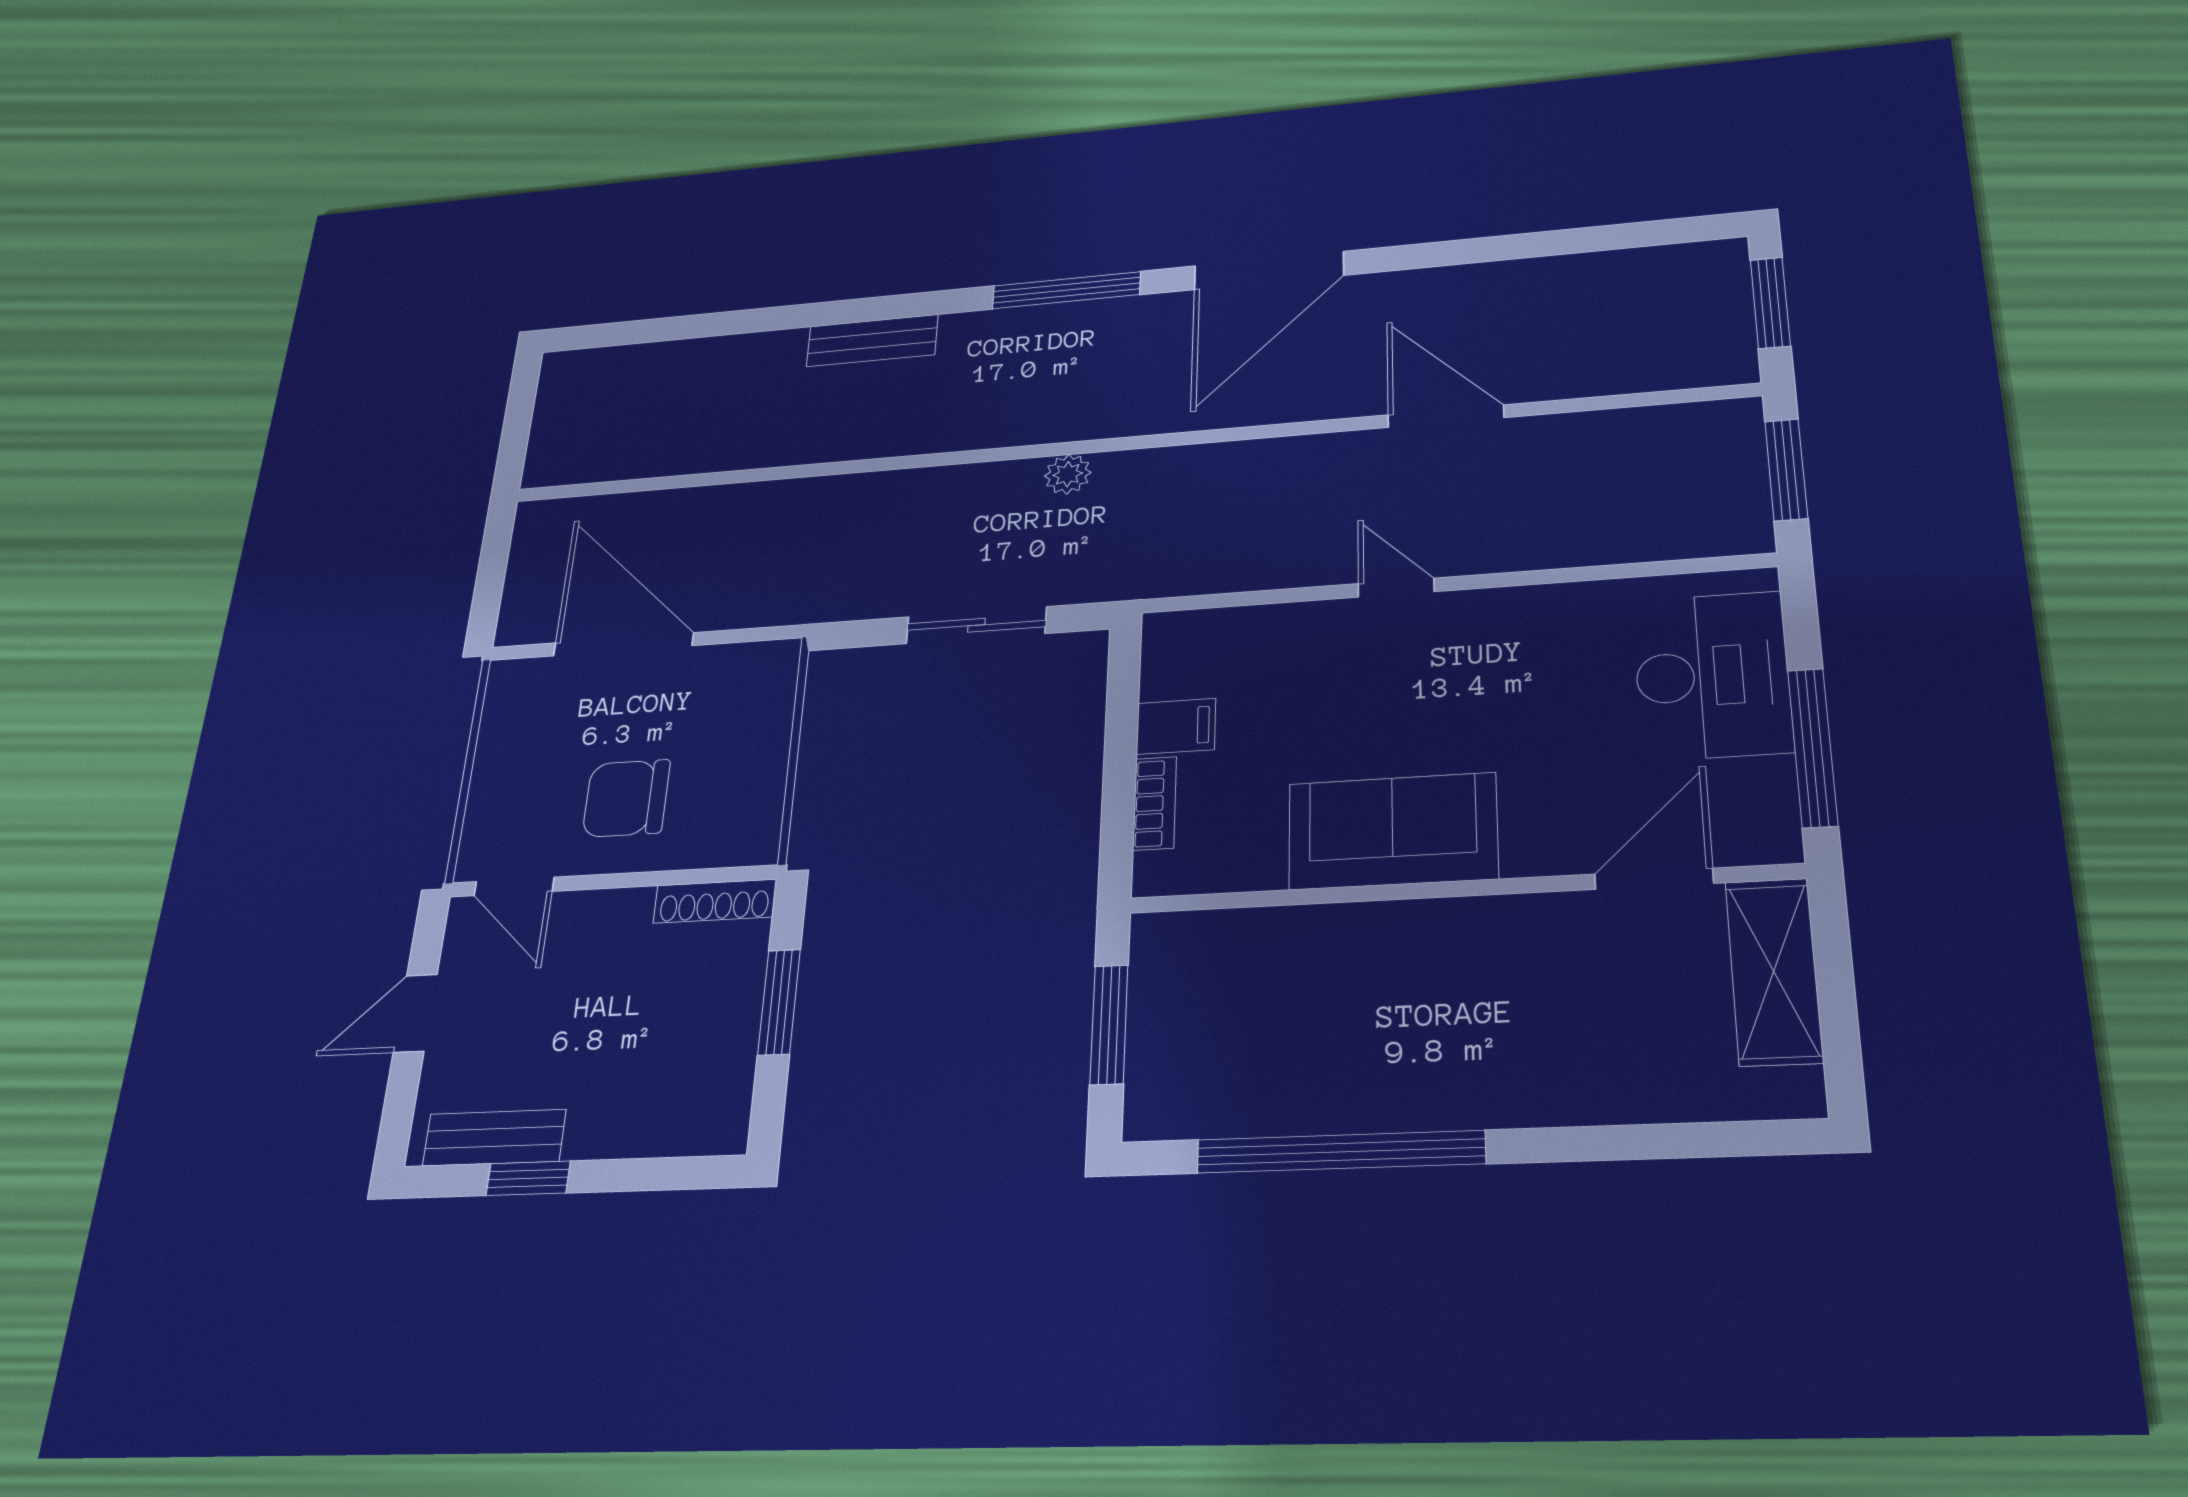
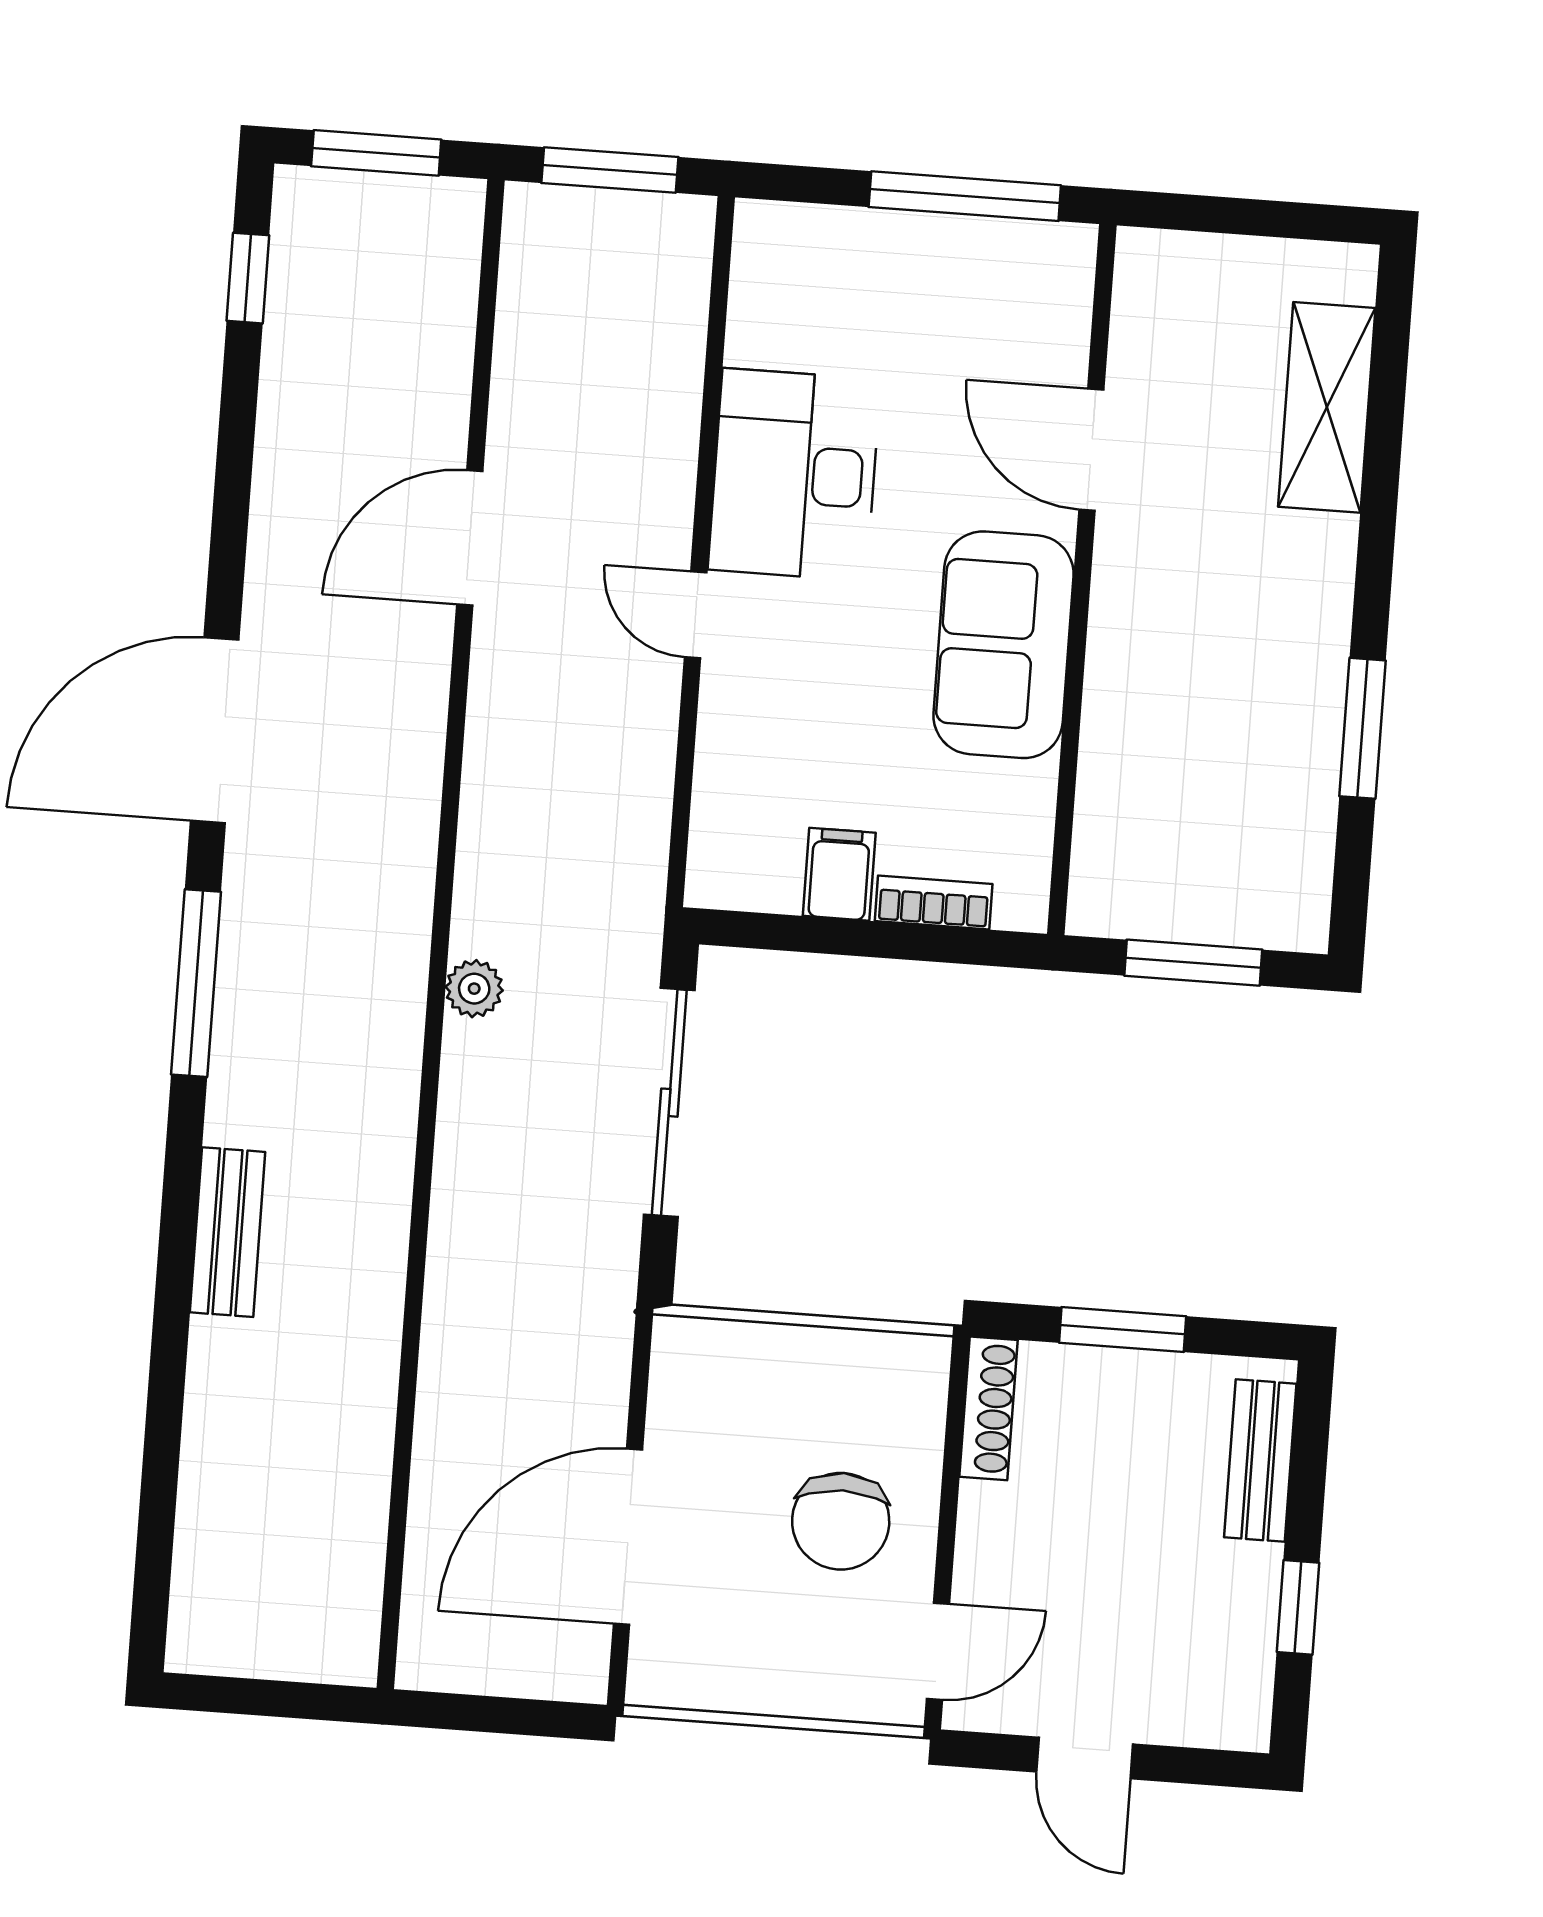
window: (1647, 234) -> (248, 278), added
door: (1269, 271) -> (215, 730), swing flipped
door: (1396, 588) -> (696, 615), hinge flipped
sliding door: (976, 625) -> (669, 1103), width x1.37
desk: (1712, 676) -> (794, 475), moved, turned -90
door: (1654, 879) -> (1091, 450), moved
shelving: (1774, 971) -> (1327, 407), moved, turned 90
bench: (494, 1138) -> (1260, 1461), moved
window: (1340, 1152) -> (1363, 728), width x0.47

